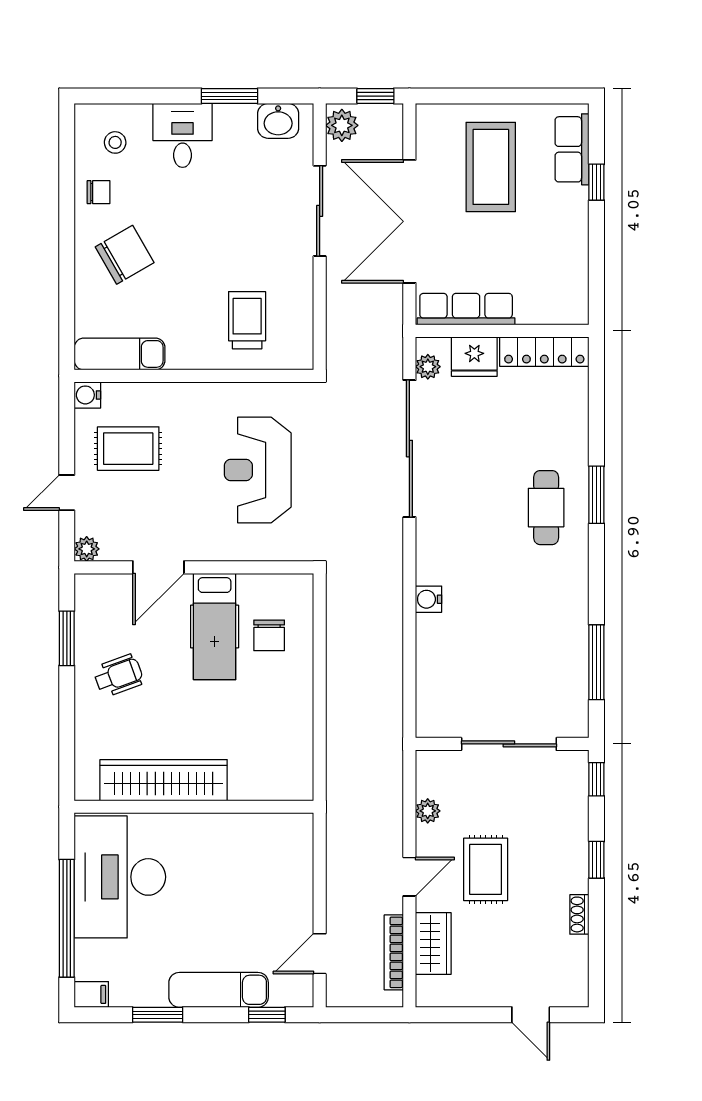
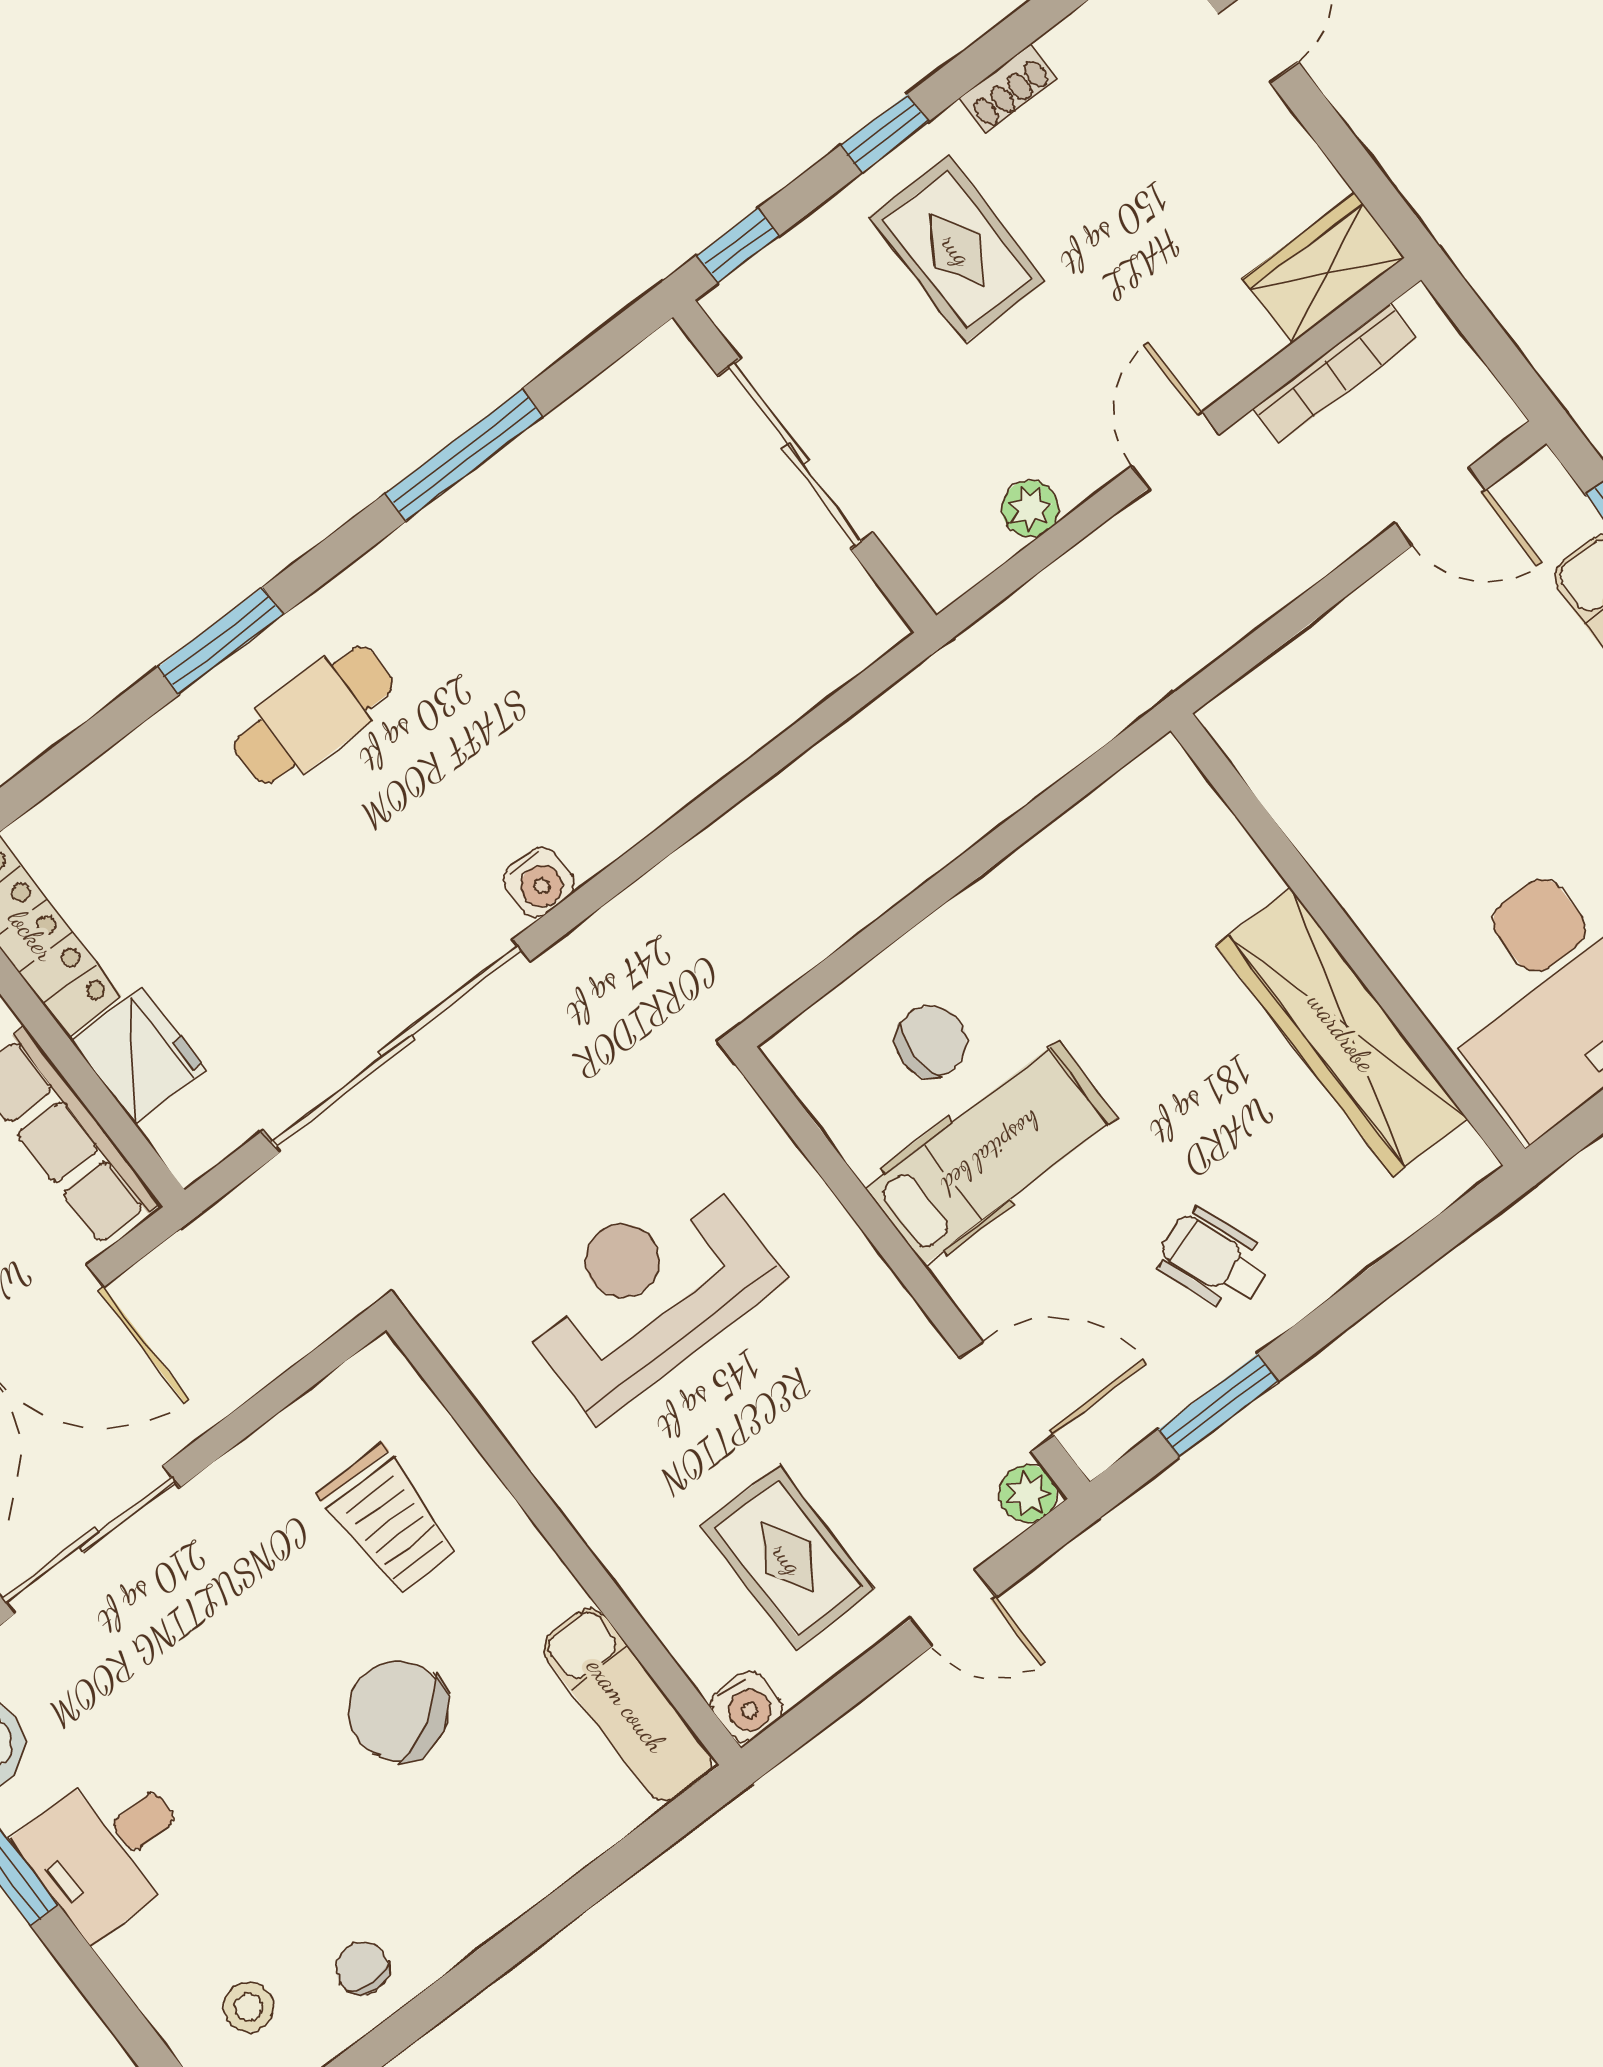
desk: (183, 135) -> (108, 1849), moved
chair: (125, 255) -> (398, 1711), moved
trolley: (247, 320) -> (389, 1520), turned -90
plant: (428, 367) -> (222, 1126), removed
reception desk: (258, 470) -> (646, 1292), turned 180
door: (158, 567) -> (1007, 1396), moved
water cooler: (429, 599) -> (539, 882), moved
window: (596, 662) -> (464, 455), moved
rug: (486, 869) -> (957, 249), moved, turned 90
door: (409, 877) -> (1175, 450), hinge flipped
wardrobe: (433, 944) -> (1324, 268), moved

